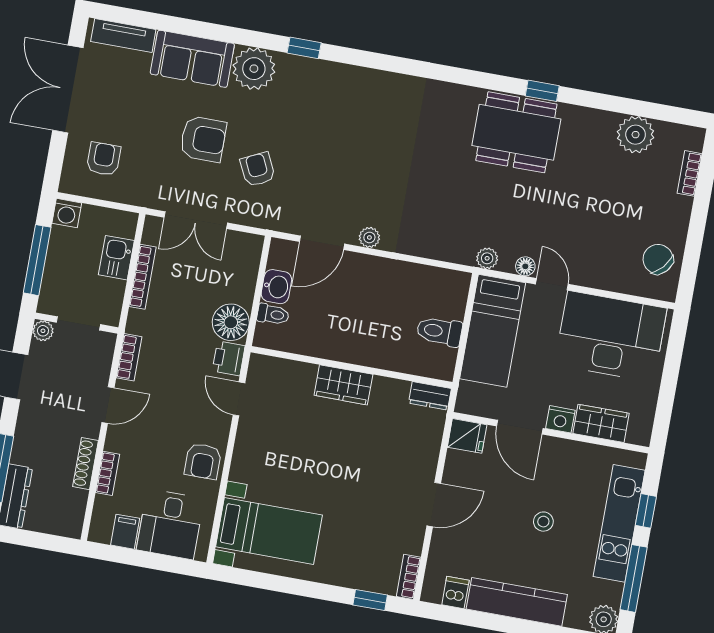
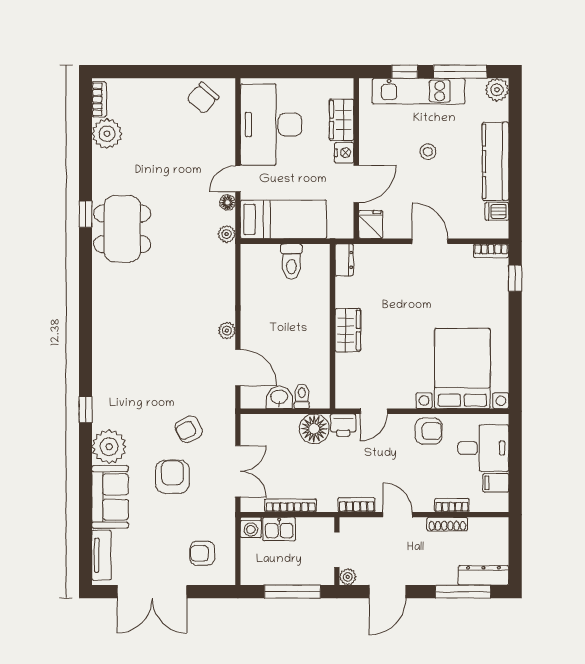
bookcase: (690, 173) -> (99, 99), moved, turned -90
washing machine: (67, 213) -> (251, 528), moved, turned 90
bed with nightstands: (269, 531) -> (462, 369), width x1.36

